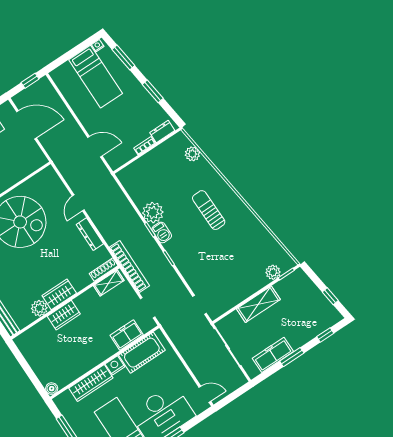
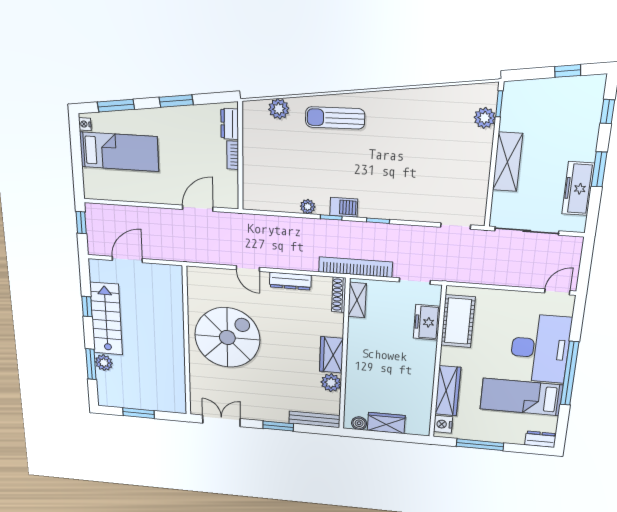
door: (27, 125) -> (127, 260), width x0.73
sun lounger: (209, 210) -> (335, 118), moved
plant: (153, 213) -> (308, 207), width x0.53, depth x0.53
wardrobe: (64, 315) -> (386, 423), moved, turned -90
nightstand: (115, 365) -> (443, 424), moved
boiler: (52, 389) -> (359, 423), moved

